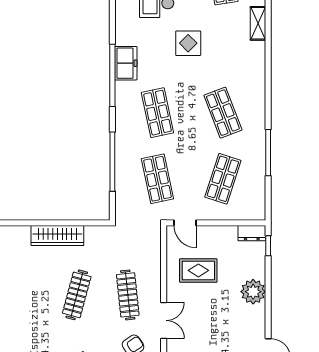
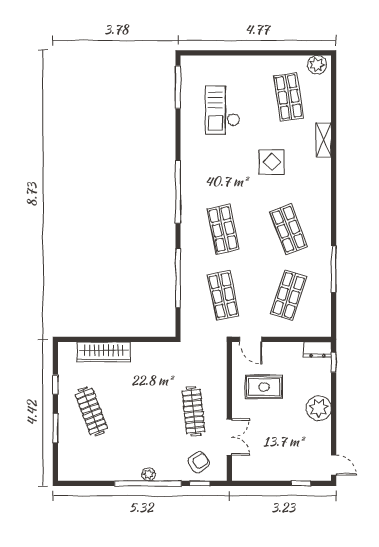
display table: (188, 43) -> (272, 162), moved
freezer: (126, 63) -> (191, 180), removed
wardrobe: (57, 235) -> (104, 352), moved
clothes rail: (77, 295) -> (91, 411), moved, turned -36

